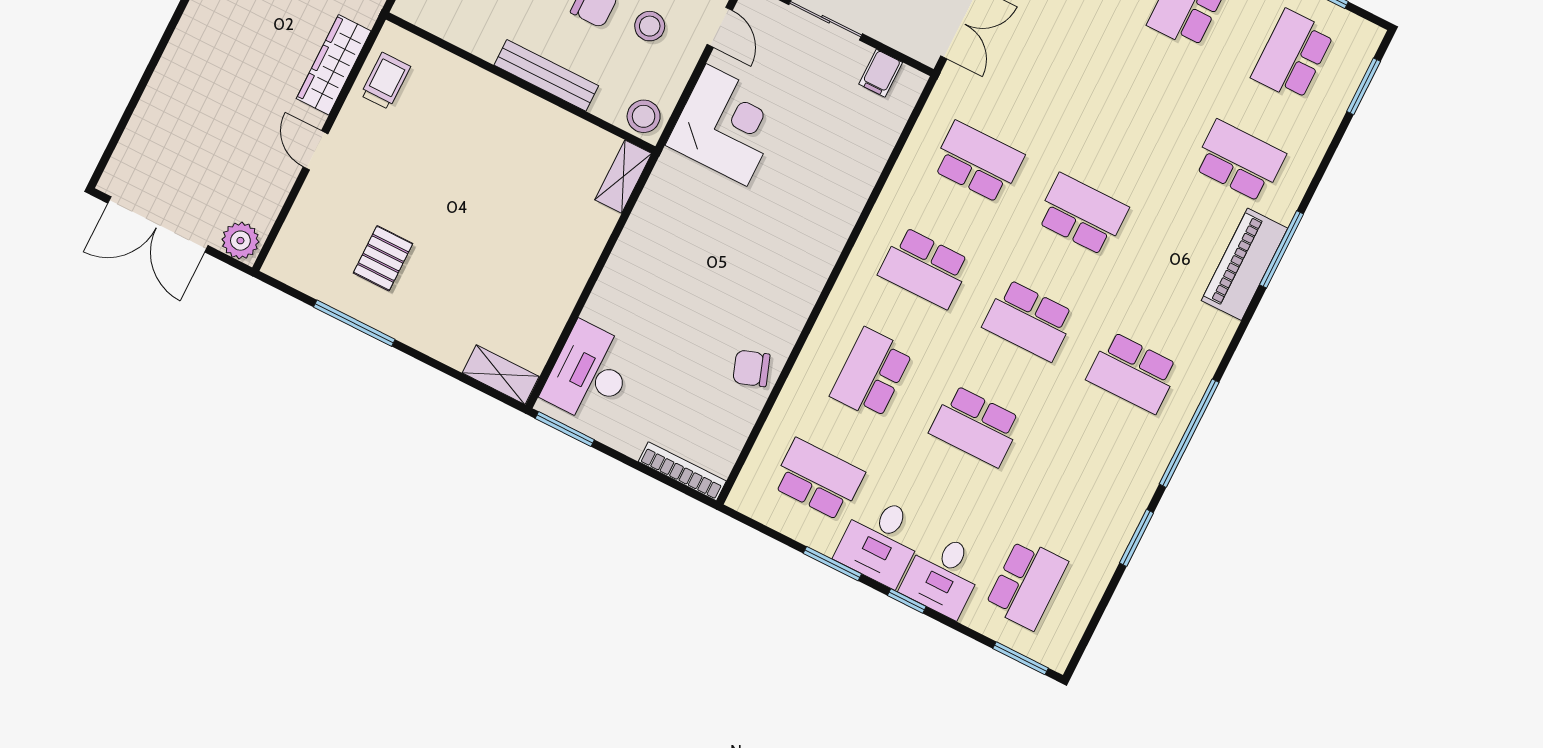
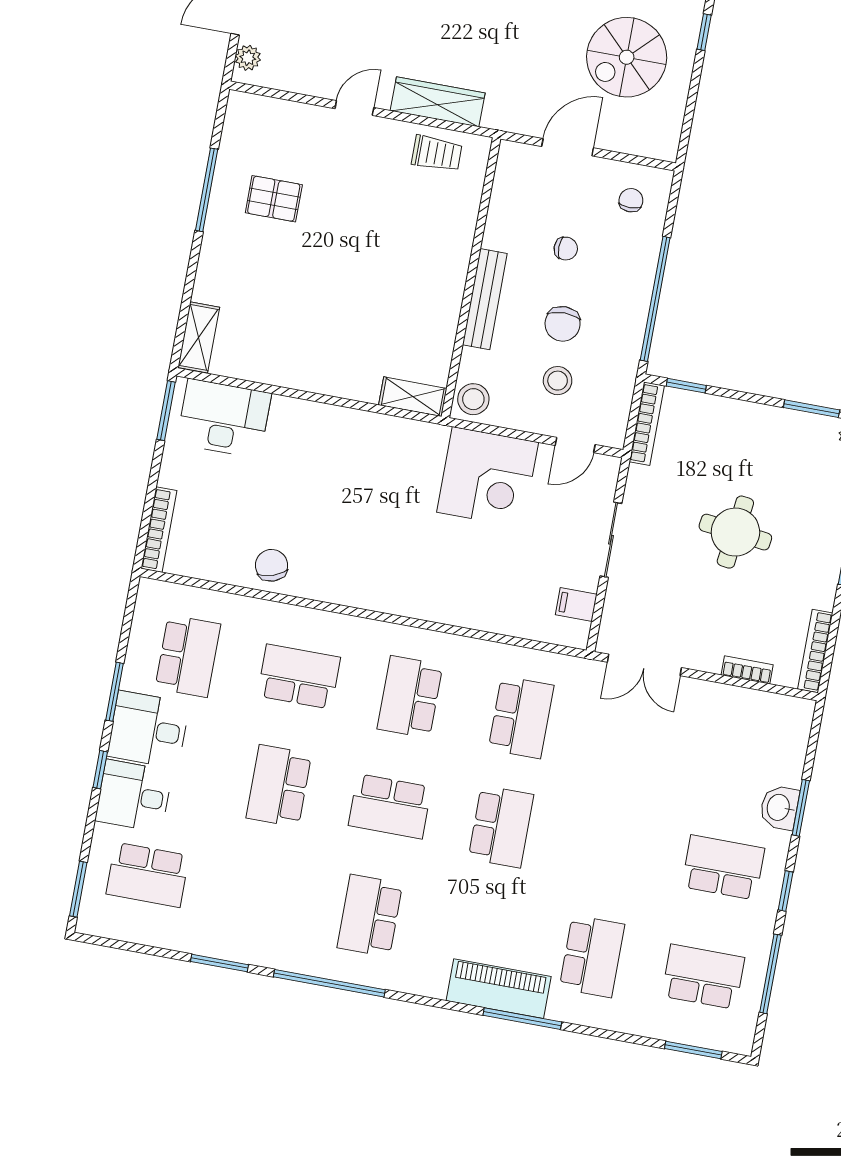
plant: (240, 241) -> (248, 58), width x0.73, depth x0.73
school desk: (1029, 320) -> (390, 806), turned -90

